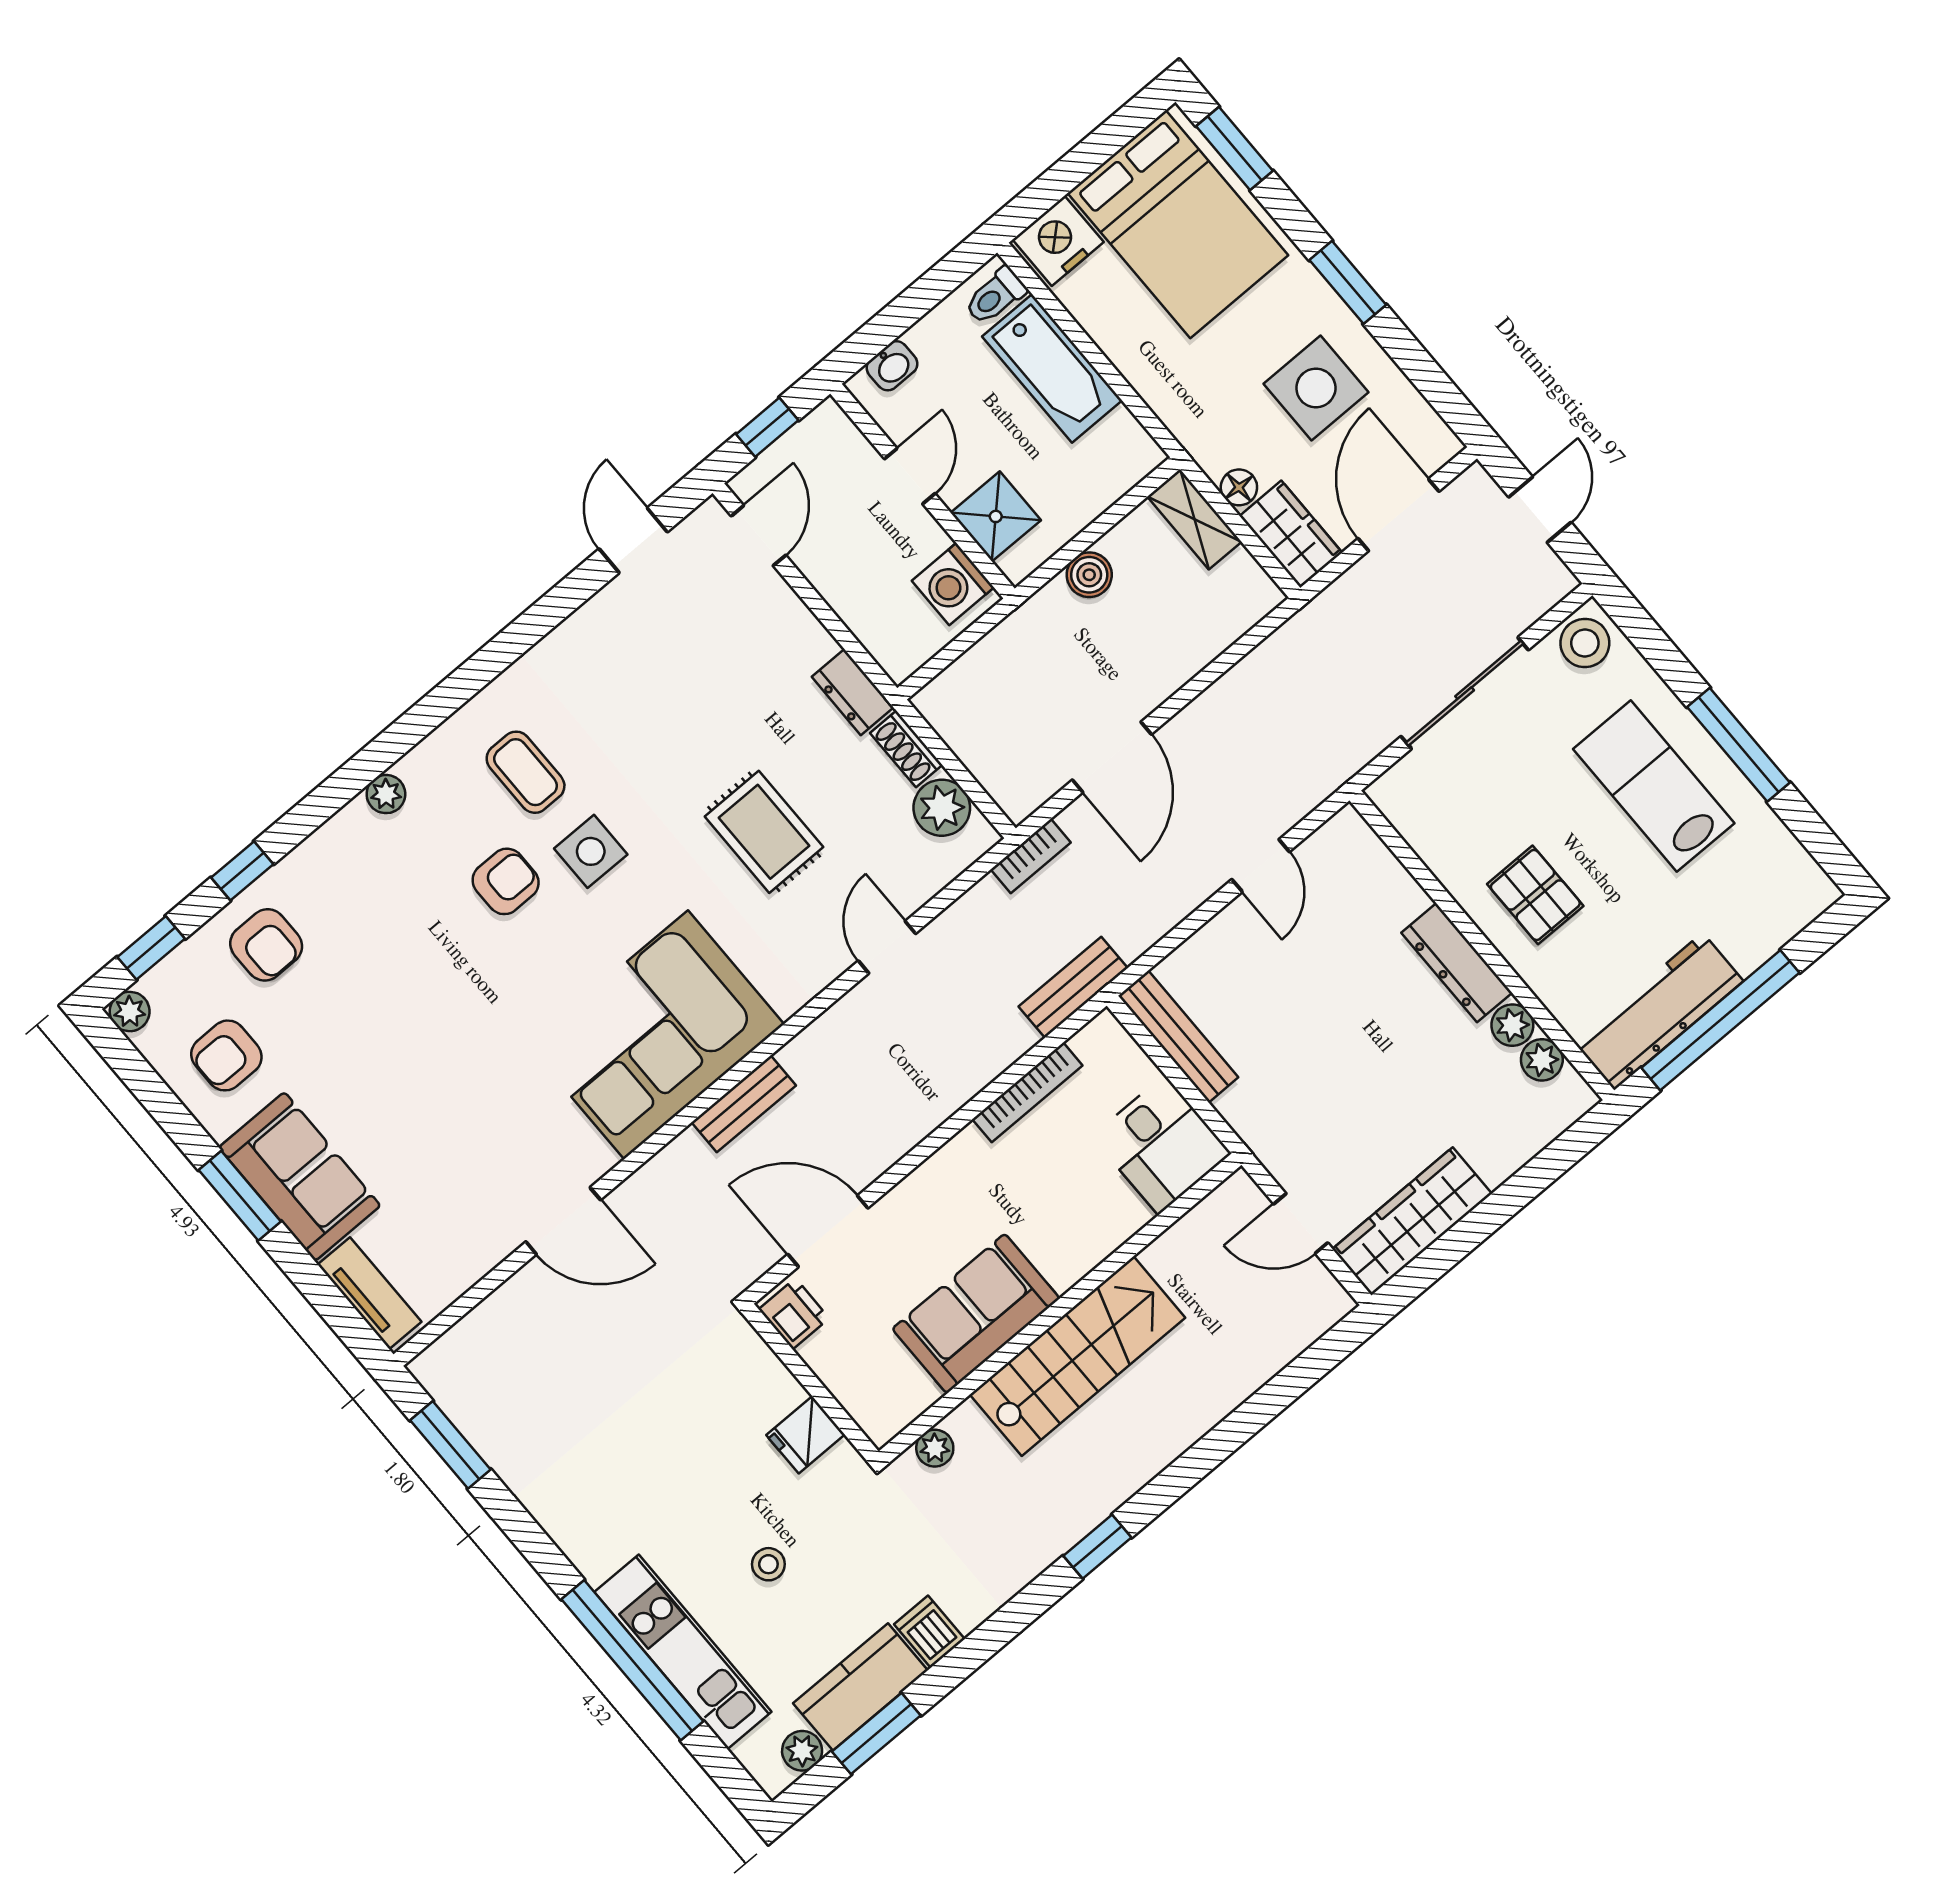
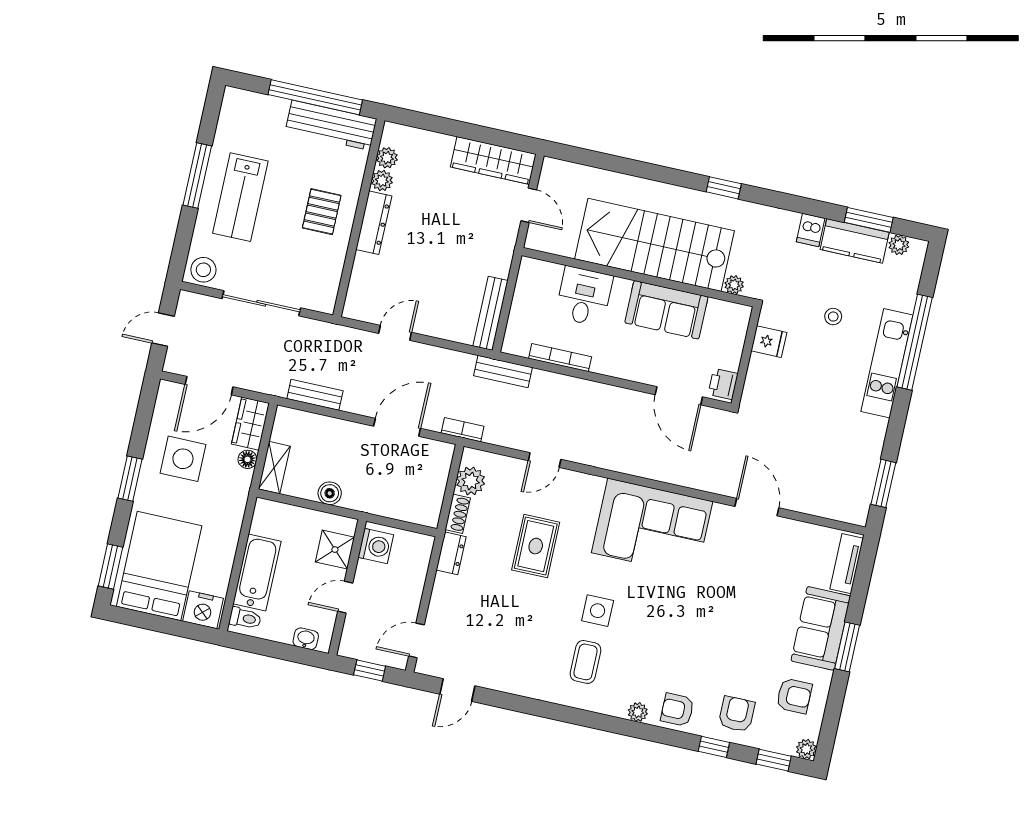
armchair: (506, 881) -> (677, 710), moved
bench: (744, 1104) -> (315, 395), moved
desk: (1162, 1145) -> (584, 296), moved
stairs: (1078, 1356) -> (654, 245), width x1.36, depth x1.51
kitchen unit: (683, 1652) -> (887, 363), moved

